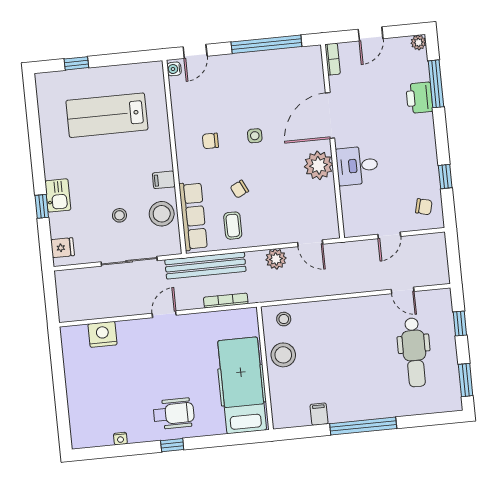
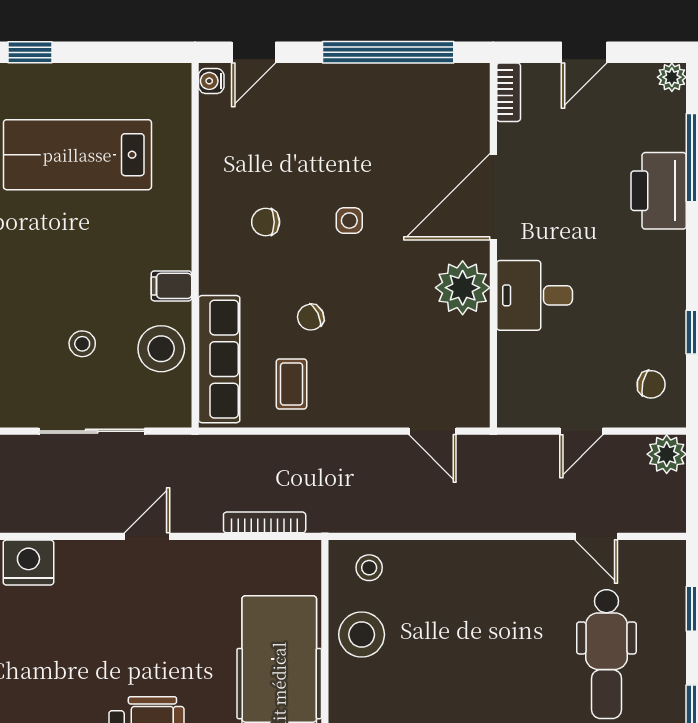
printer: (419, 98) -> (659, 191), width x1.37, depth x1.19
plant: (276, 259) -> (667, 454), moved
bench: (205, 265) -> (233, 453), removed

